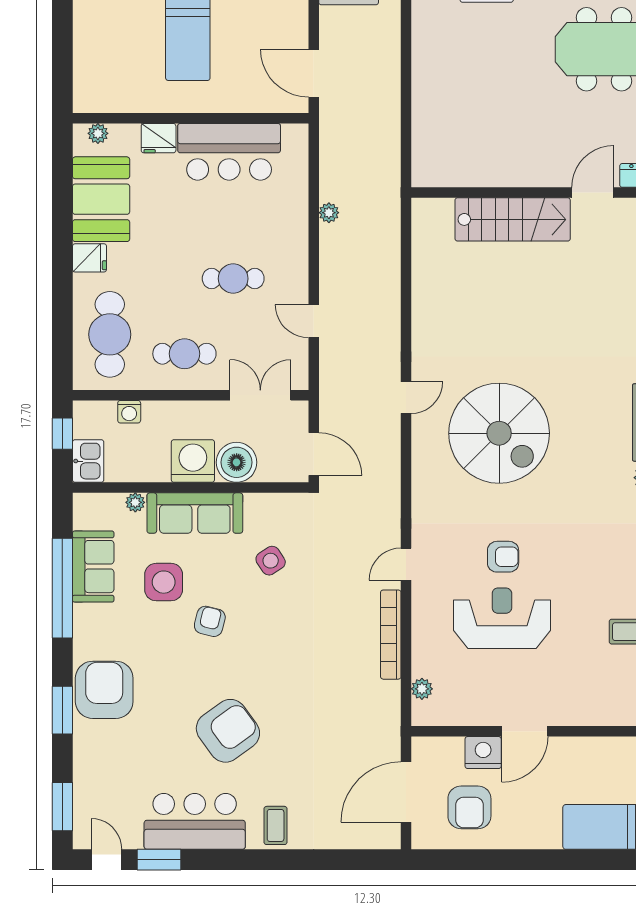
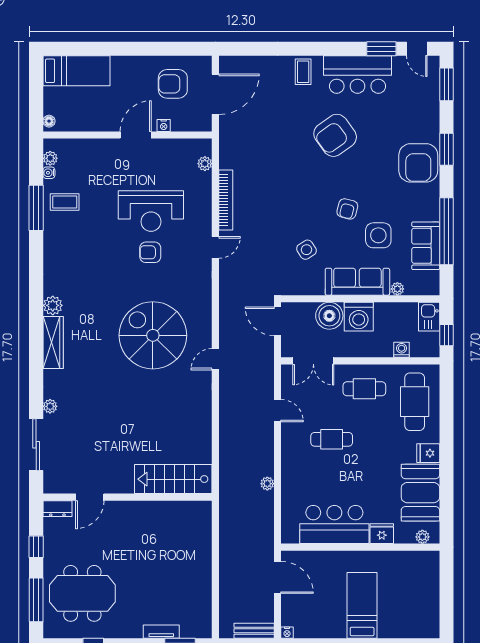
stairs: (513, 219) -> (173, 479), moved
nightstand: (483, 753) -> (164, 126), width x0.53, depth x0.56
armchair: (469, 807) -> (173, 84), turned -90

